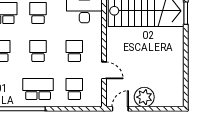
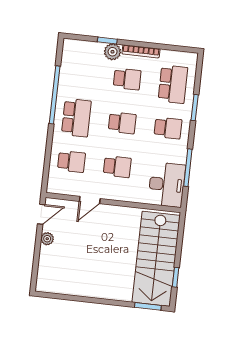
plant: (144, 97) -> (47, 239), width x0.53, depth x0.53
door: (120, 109) -> (41, 214), hinge flipped

